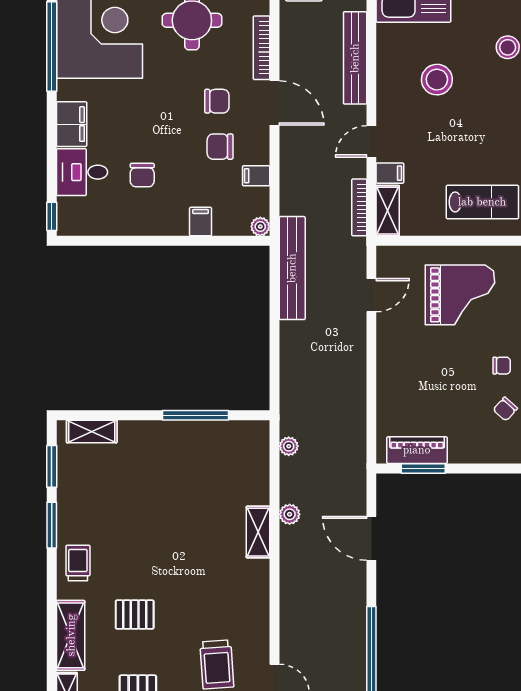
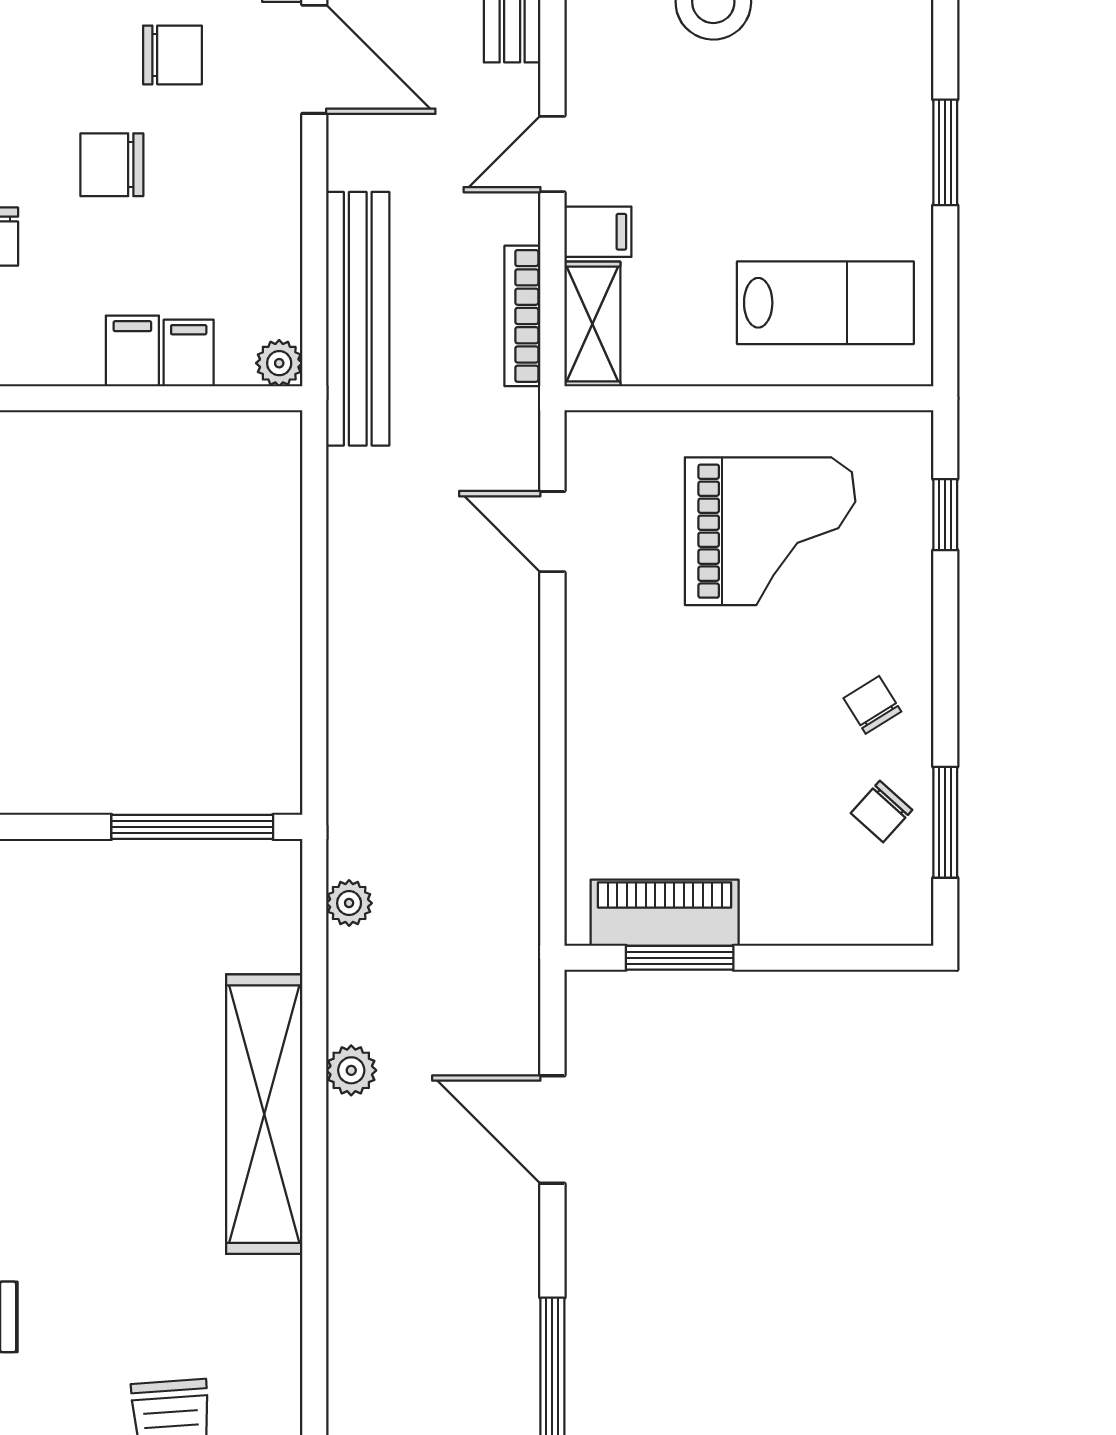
chair: (220, 147) -> (112, 165), moved
filing cabinet: (256, 176) -> (189, 353), moved, turned 90
bench: (292, 268) -> (358, 319), moved
door: (371, 295) -> (552, 532), swing flipped
chair: (502, 366) -> (872, 705), turned -122
window: (195, 415) -> (192, 827), moved
shelving: (258, 532) -> (264, 1114), width x2.20, depth x1.33

